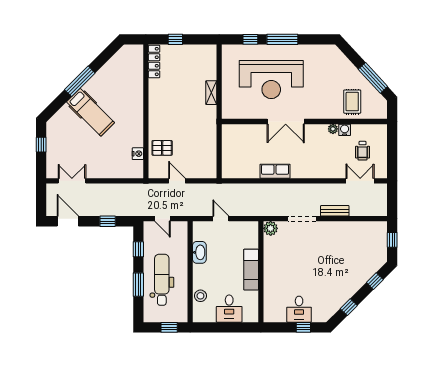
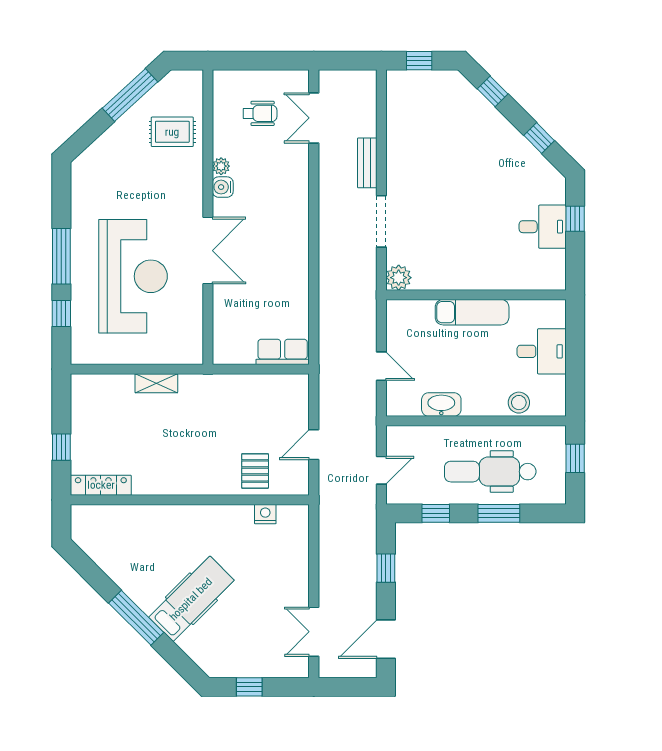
water cooler: (345, 130) -> (223, 187), moved
row of seats: (275, 171) -> (283, 352), moved, turned 90
door: (221, 219) -> (381, 366), swing flipped

